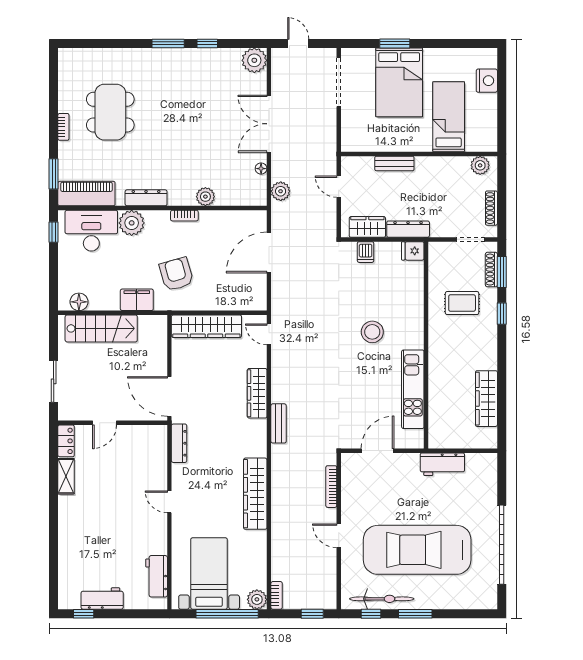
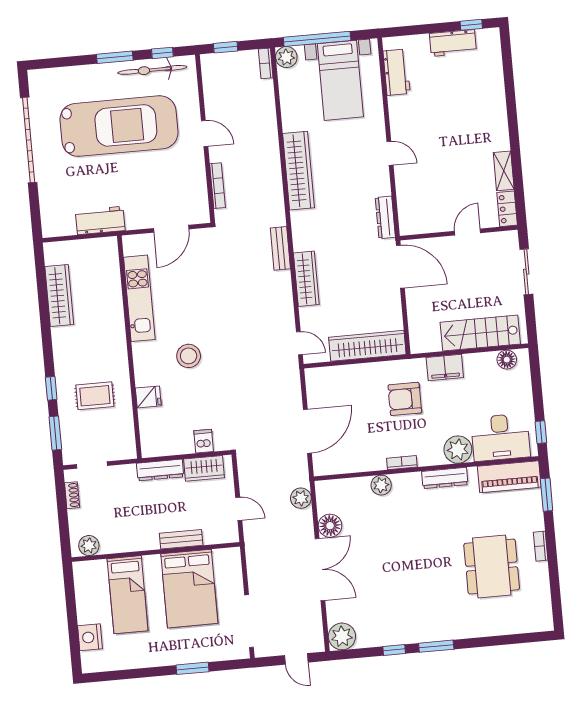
bed: (399, 82) -> (189, 589), moved, turned 180
floor lamp: (261, 169) -> (330, 526), width x1.89, depth x1.89
shoe rack: (491, 208) -> (72, 495), width x0.70
fridge: (413, 251) -> (148, 397), moved
shoe rack: (491, 270) -> (67, 435), removed
armchair: (176, 274) -> (405, 399), turned 106

